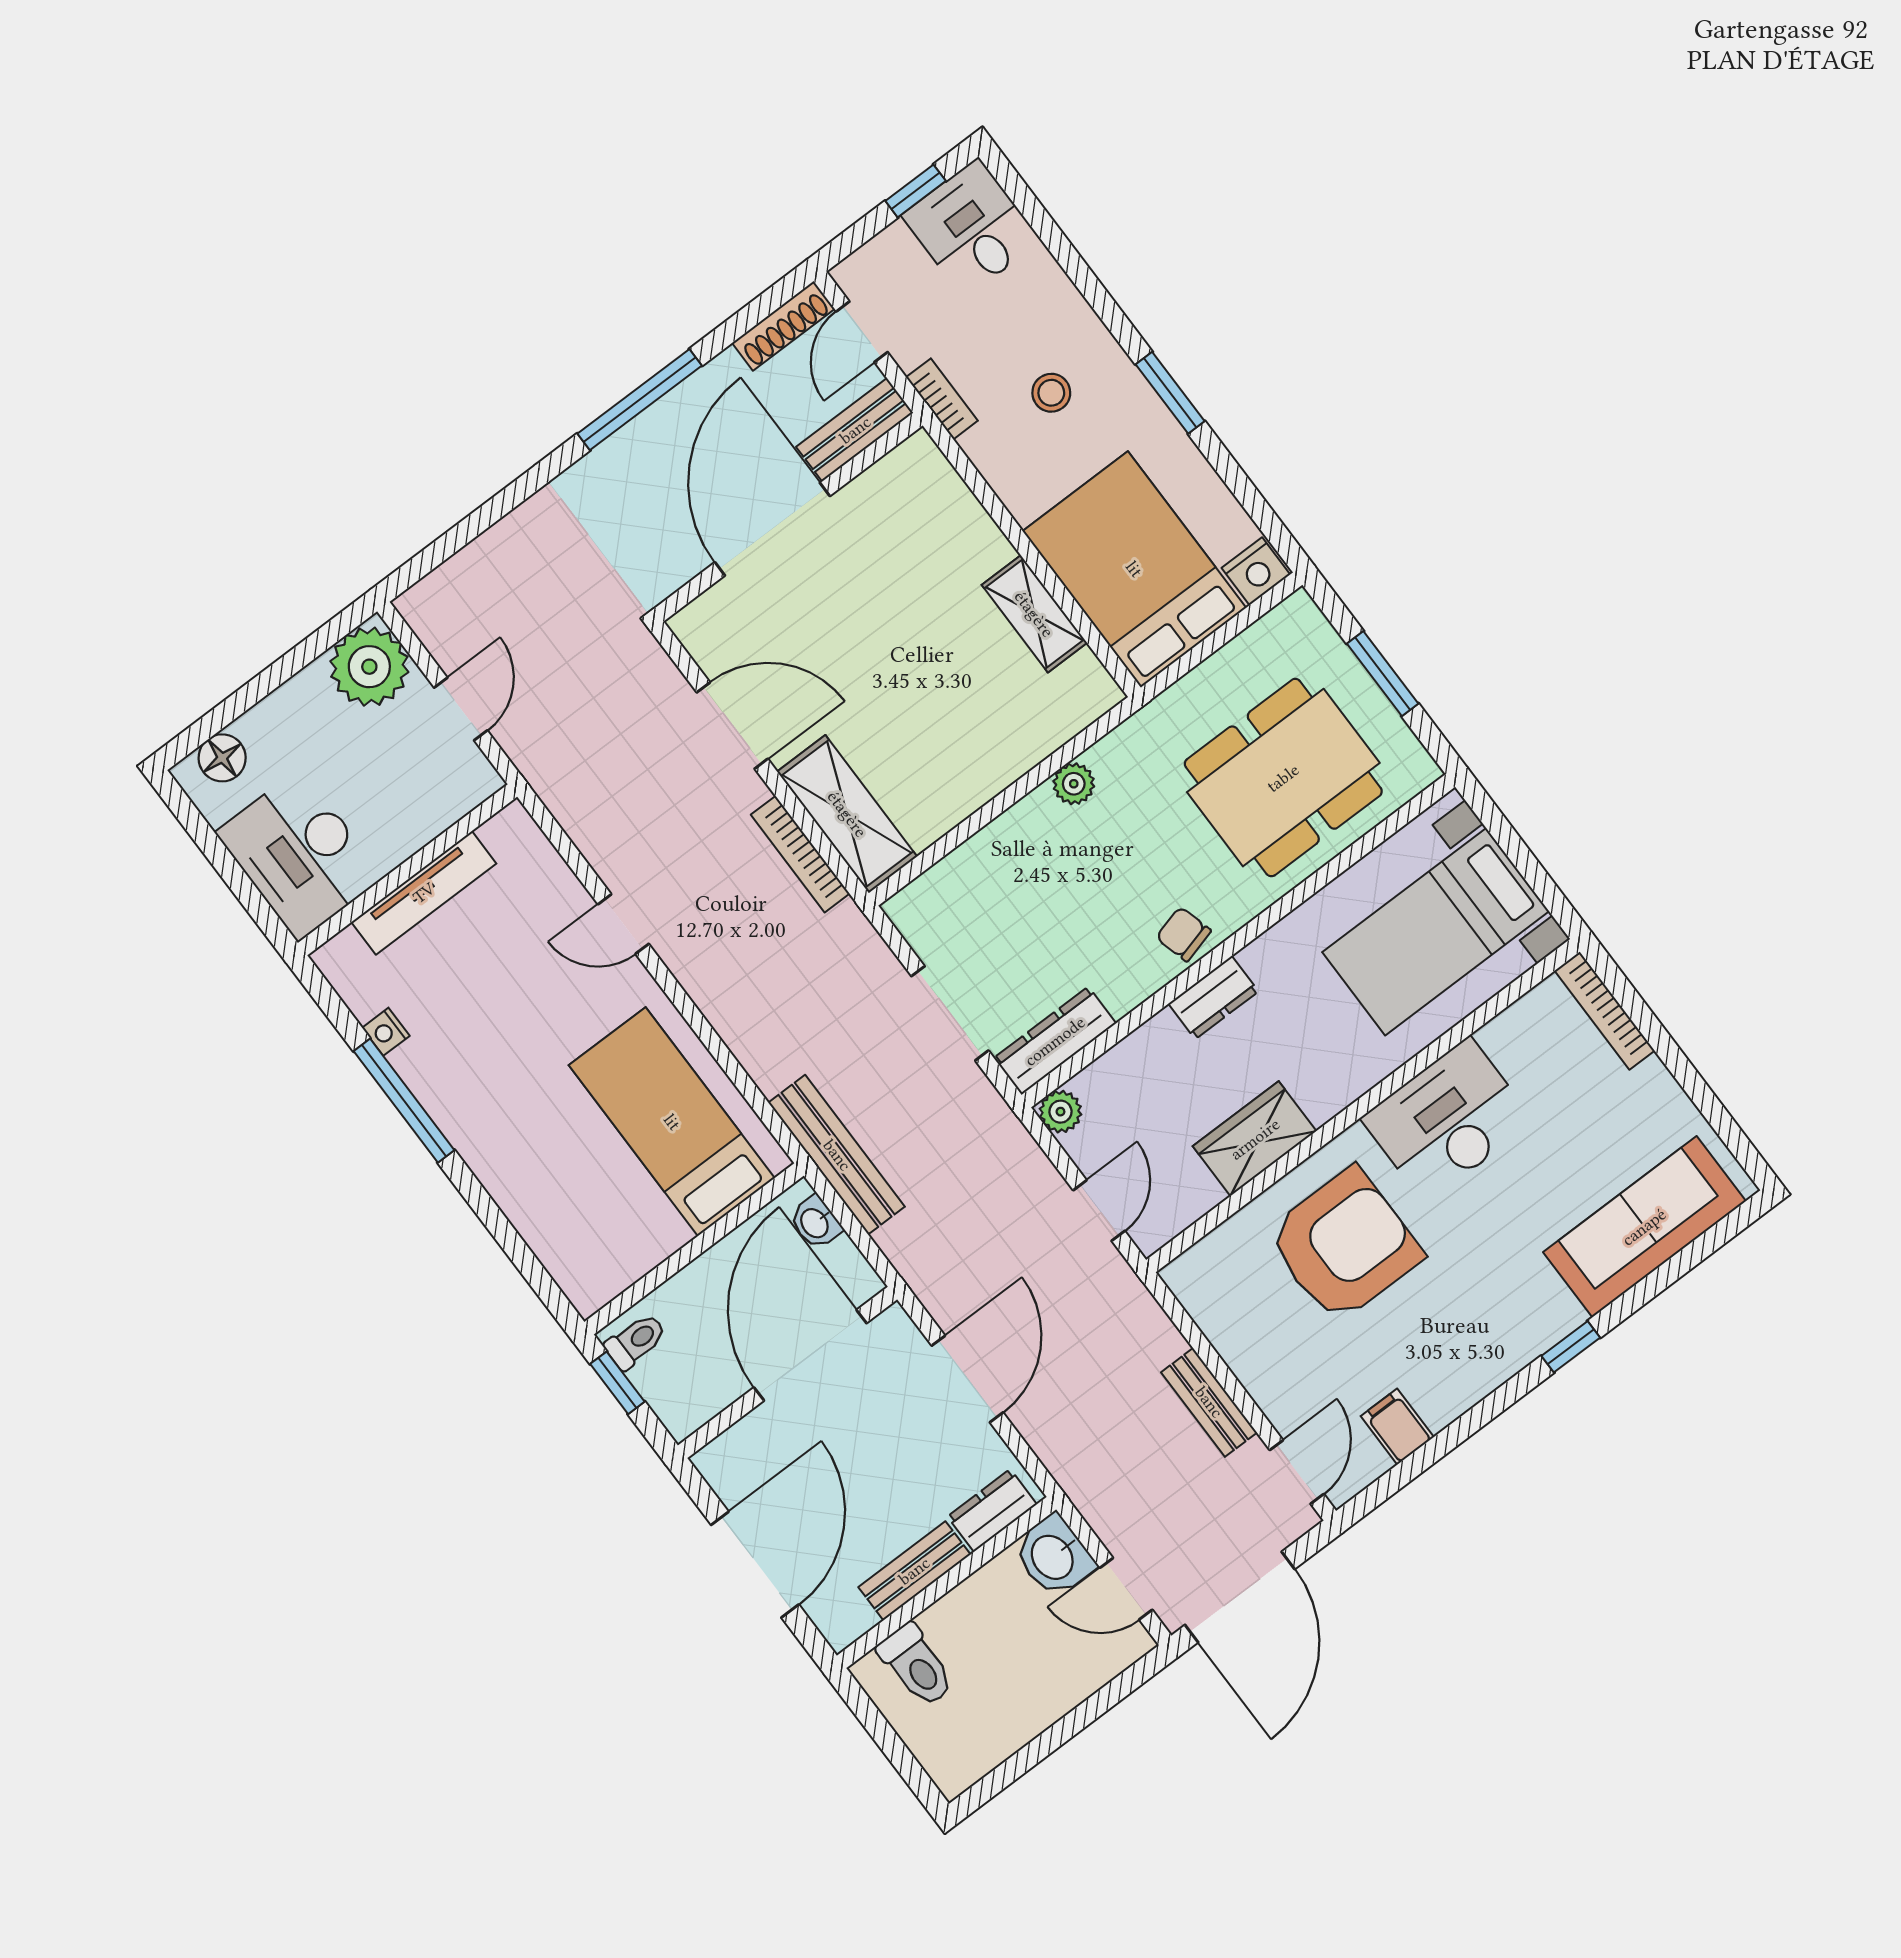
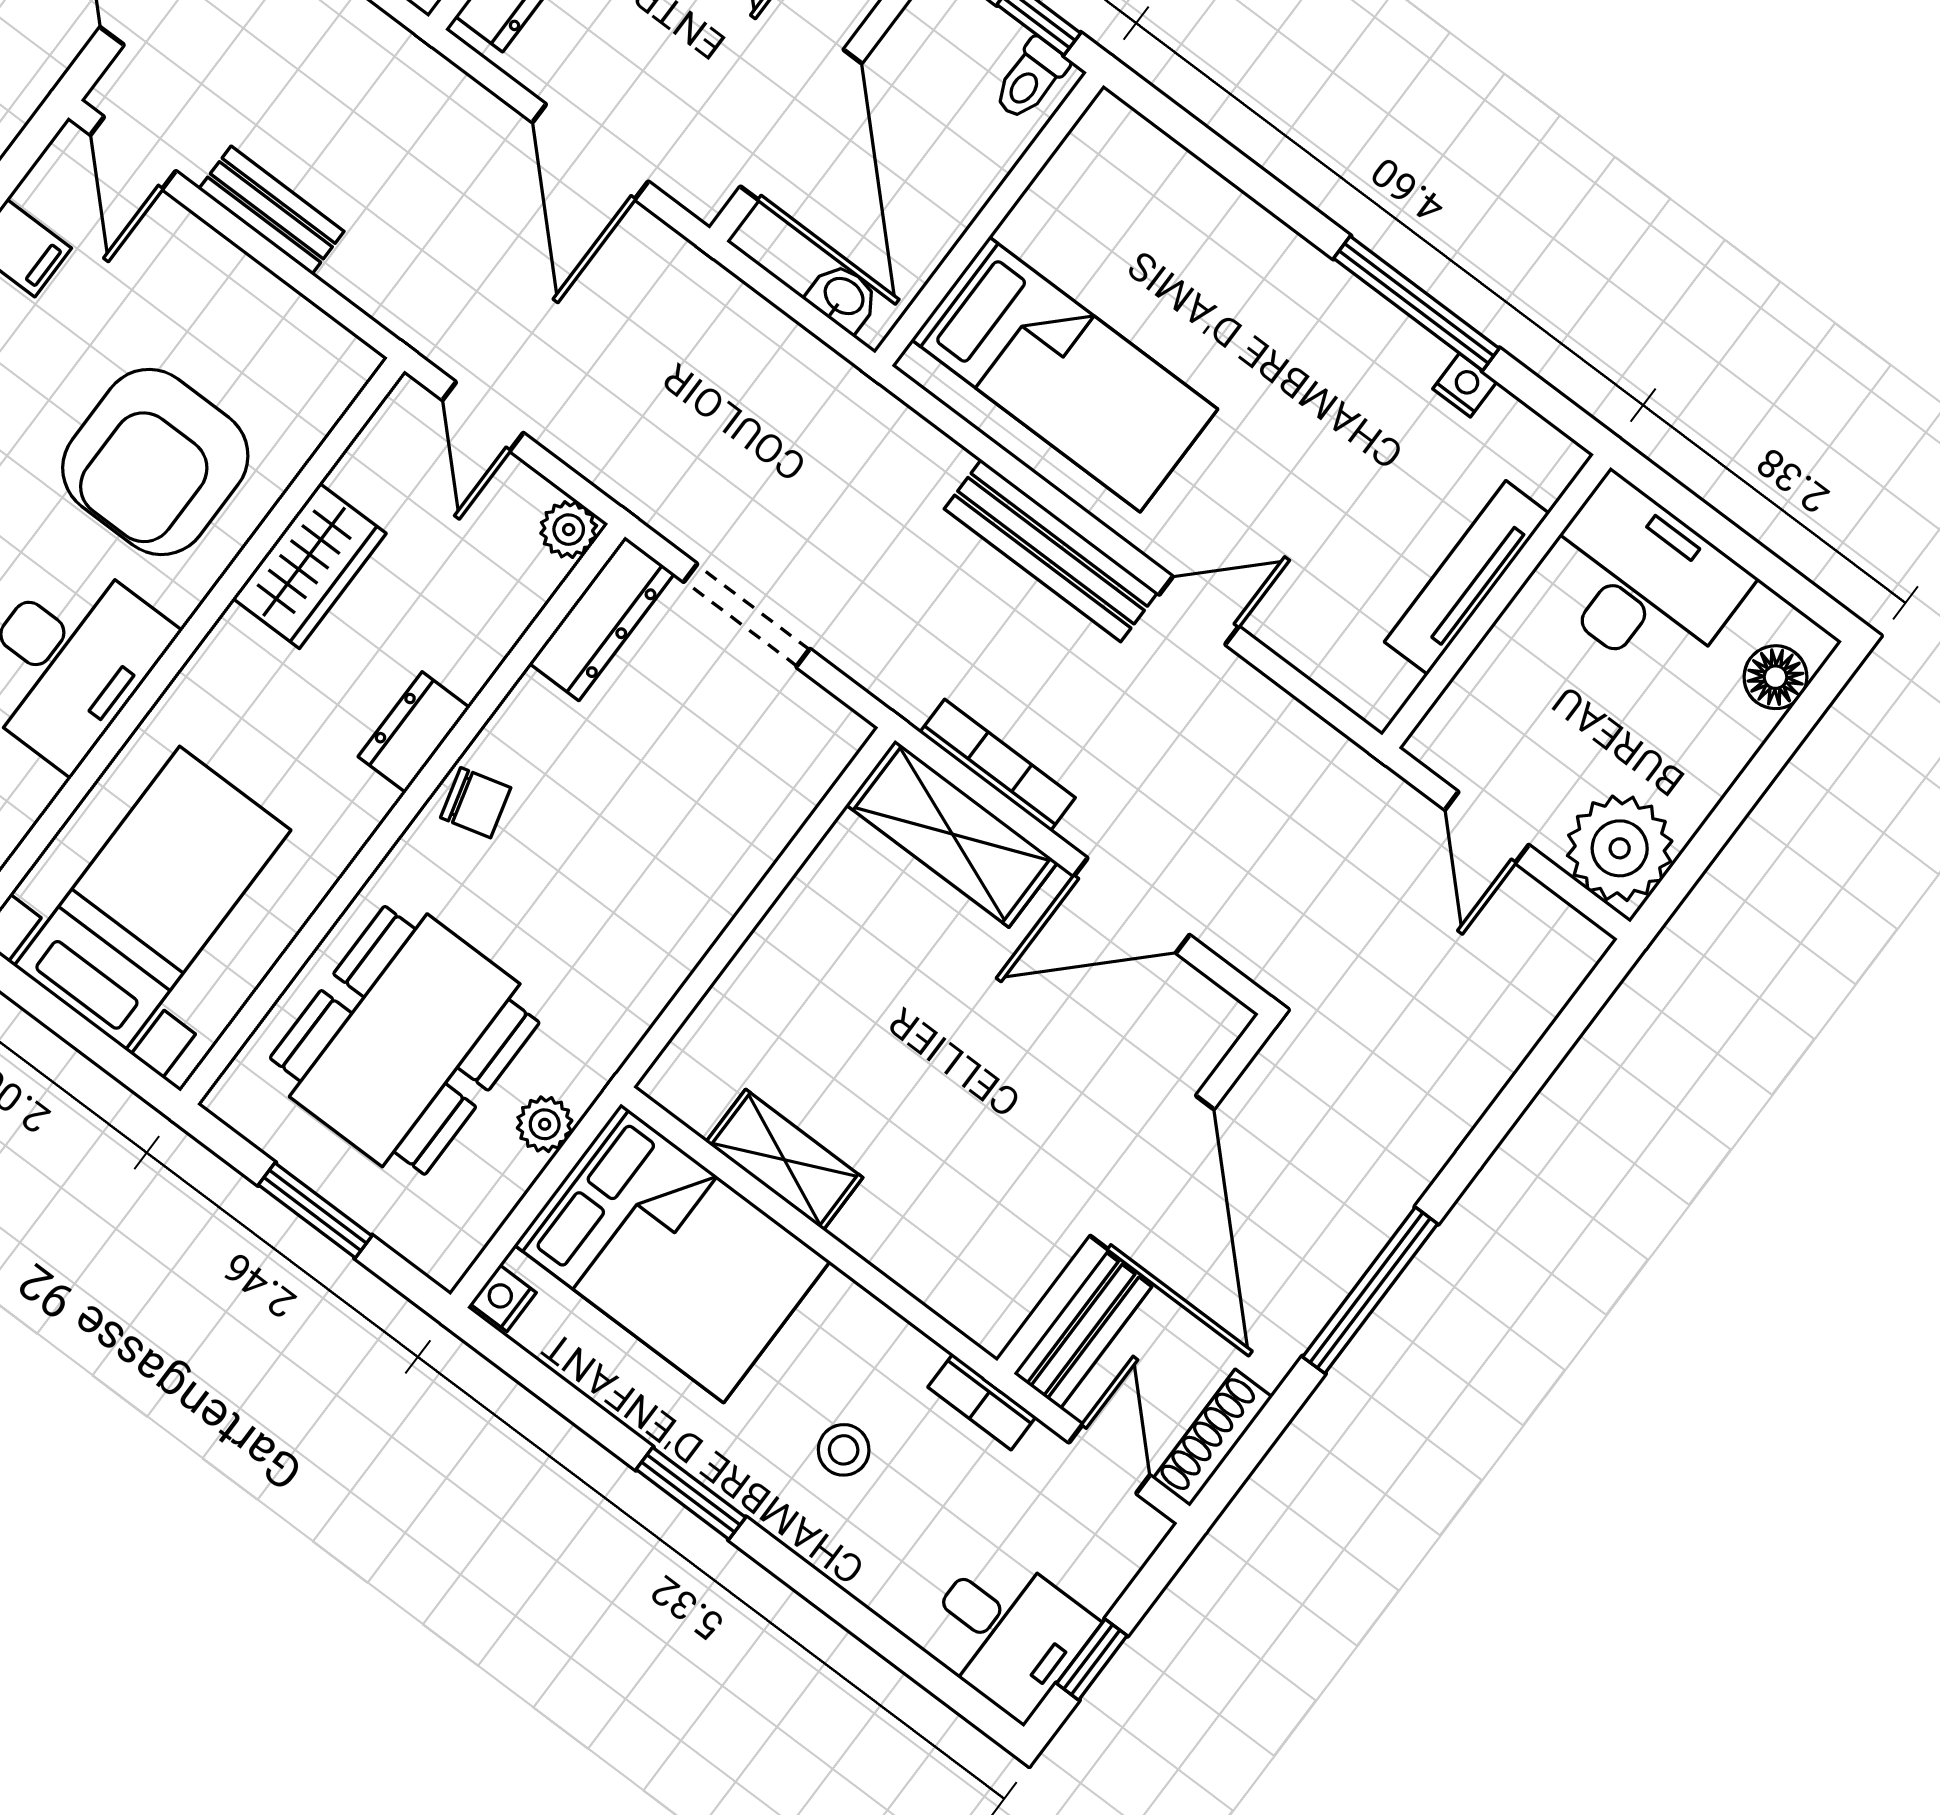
nightstand: (1256, 571) -> (503, 1298), width x0.72, depth x0.74
plant: (1074, 784) -> (545, 1124), moved
bench: (837, 1155) -> (1051, 551), moved

